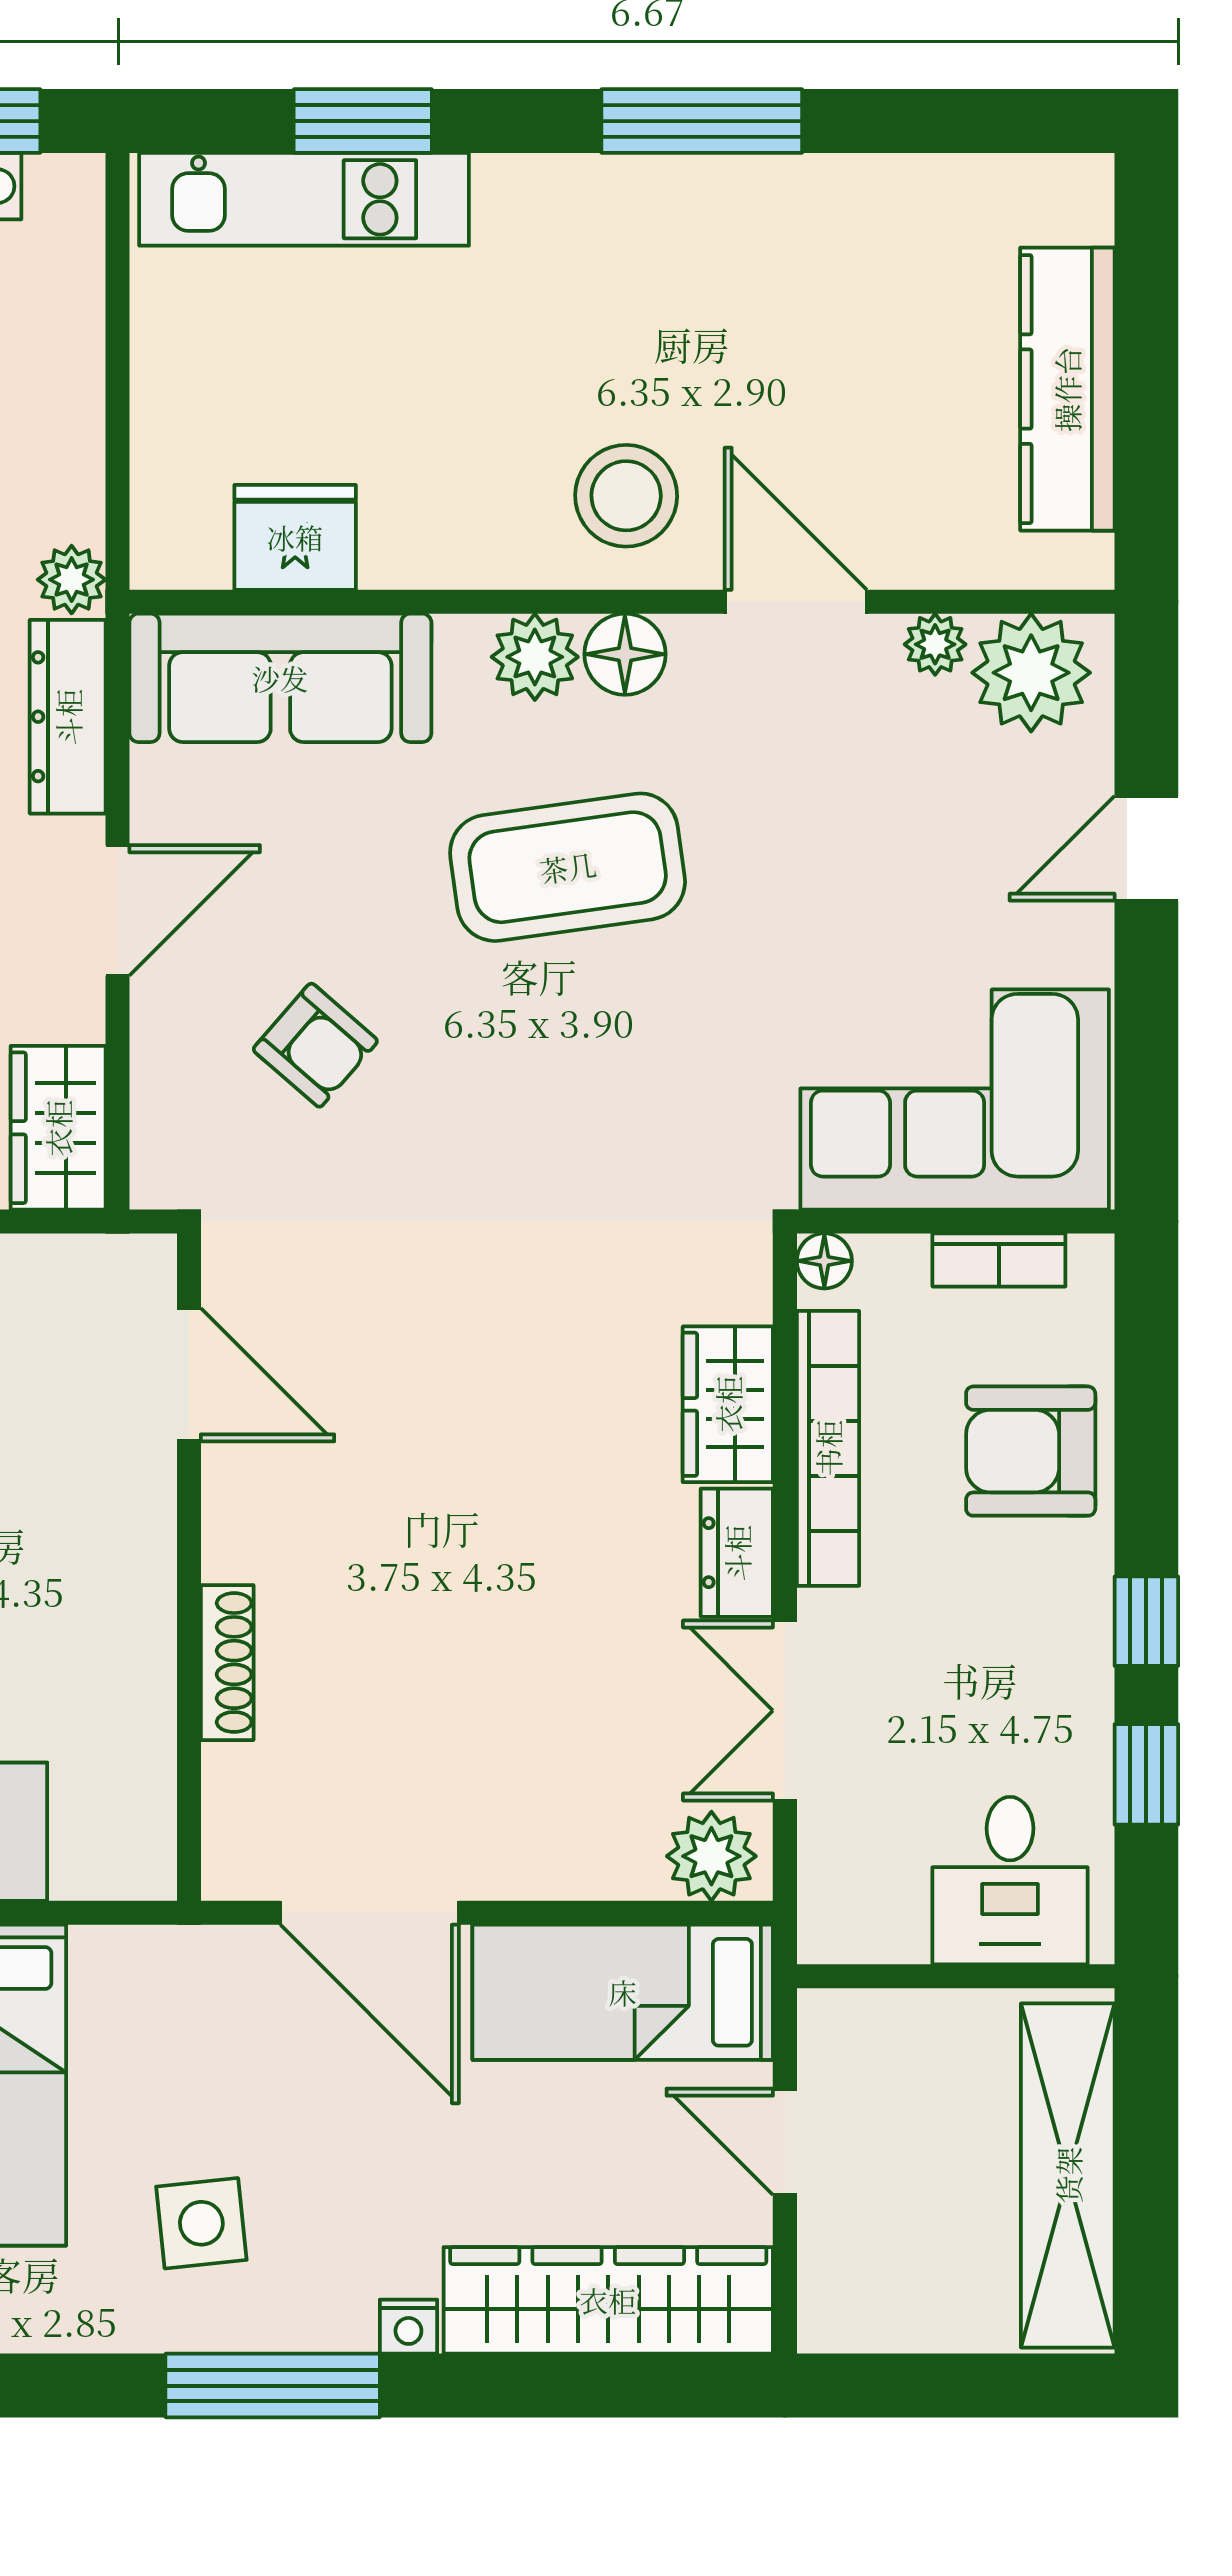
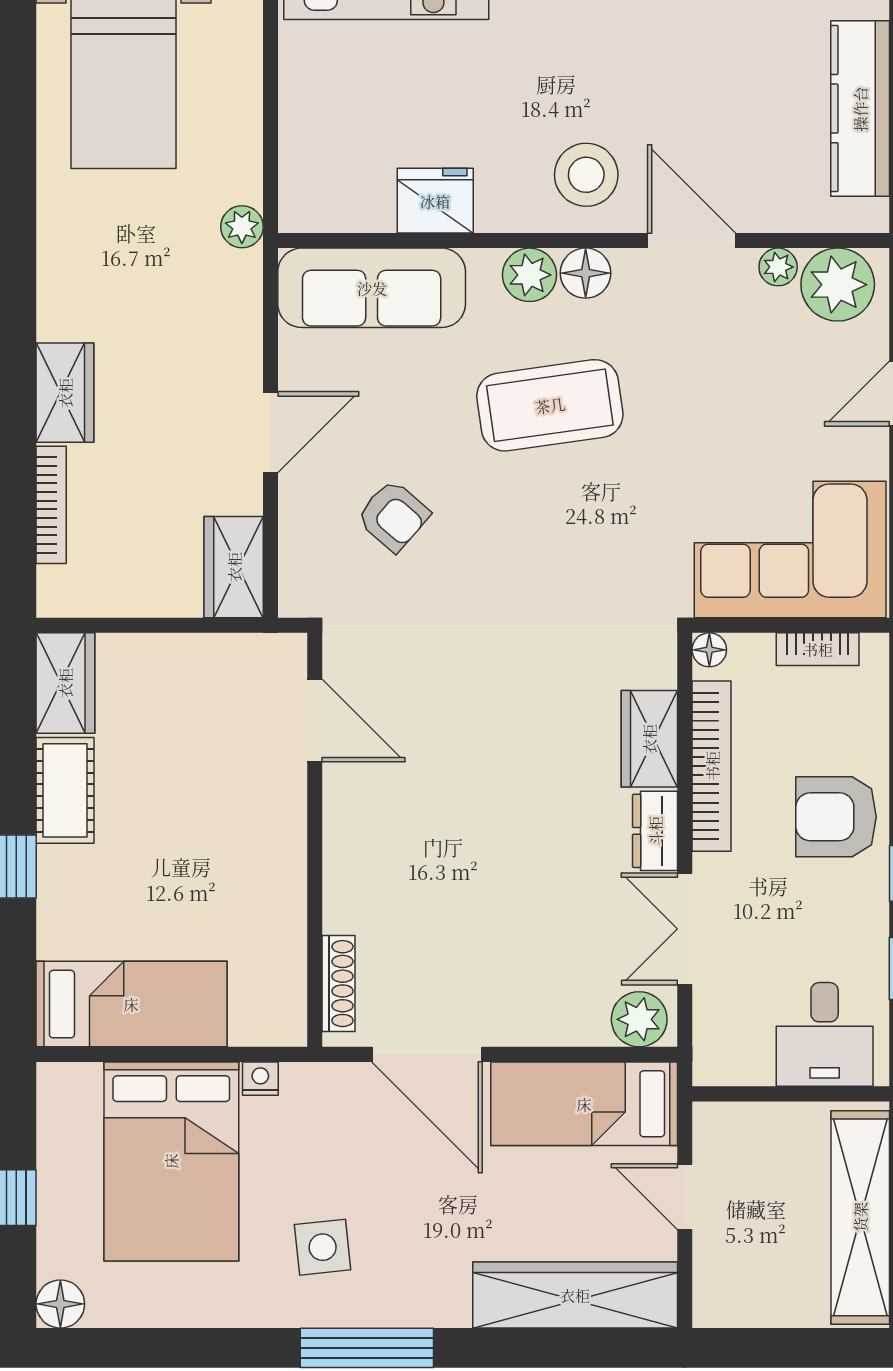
fridge: (295, 537) -> (435, 201), moved
dresser: (68, 717) -> (240, 312), removed
armchair: (1031, 1451) -> (836, 817), moved
shoe rack: (227, 1663) -> (339, 984), moved
nightstand: (408, 2327) -> (260, 1079), moved, turned 180

